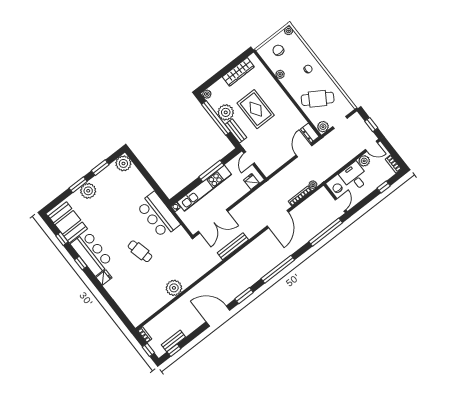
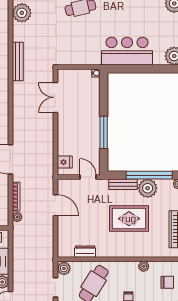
dresser: (310, 133) -> (85, 252), moved
door: (304, 150) -> (55, 205), moved
kitchen unit: (204, 188) -> (93, 113), removed
bar counter: (158, 215) -> (127, 51), moved
double door: (213, 221) -> (55, 97), width x0.73
bench: (233, 246) -> (18, 61), moved

